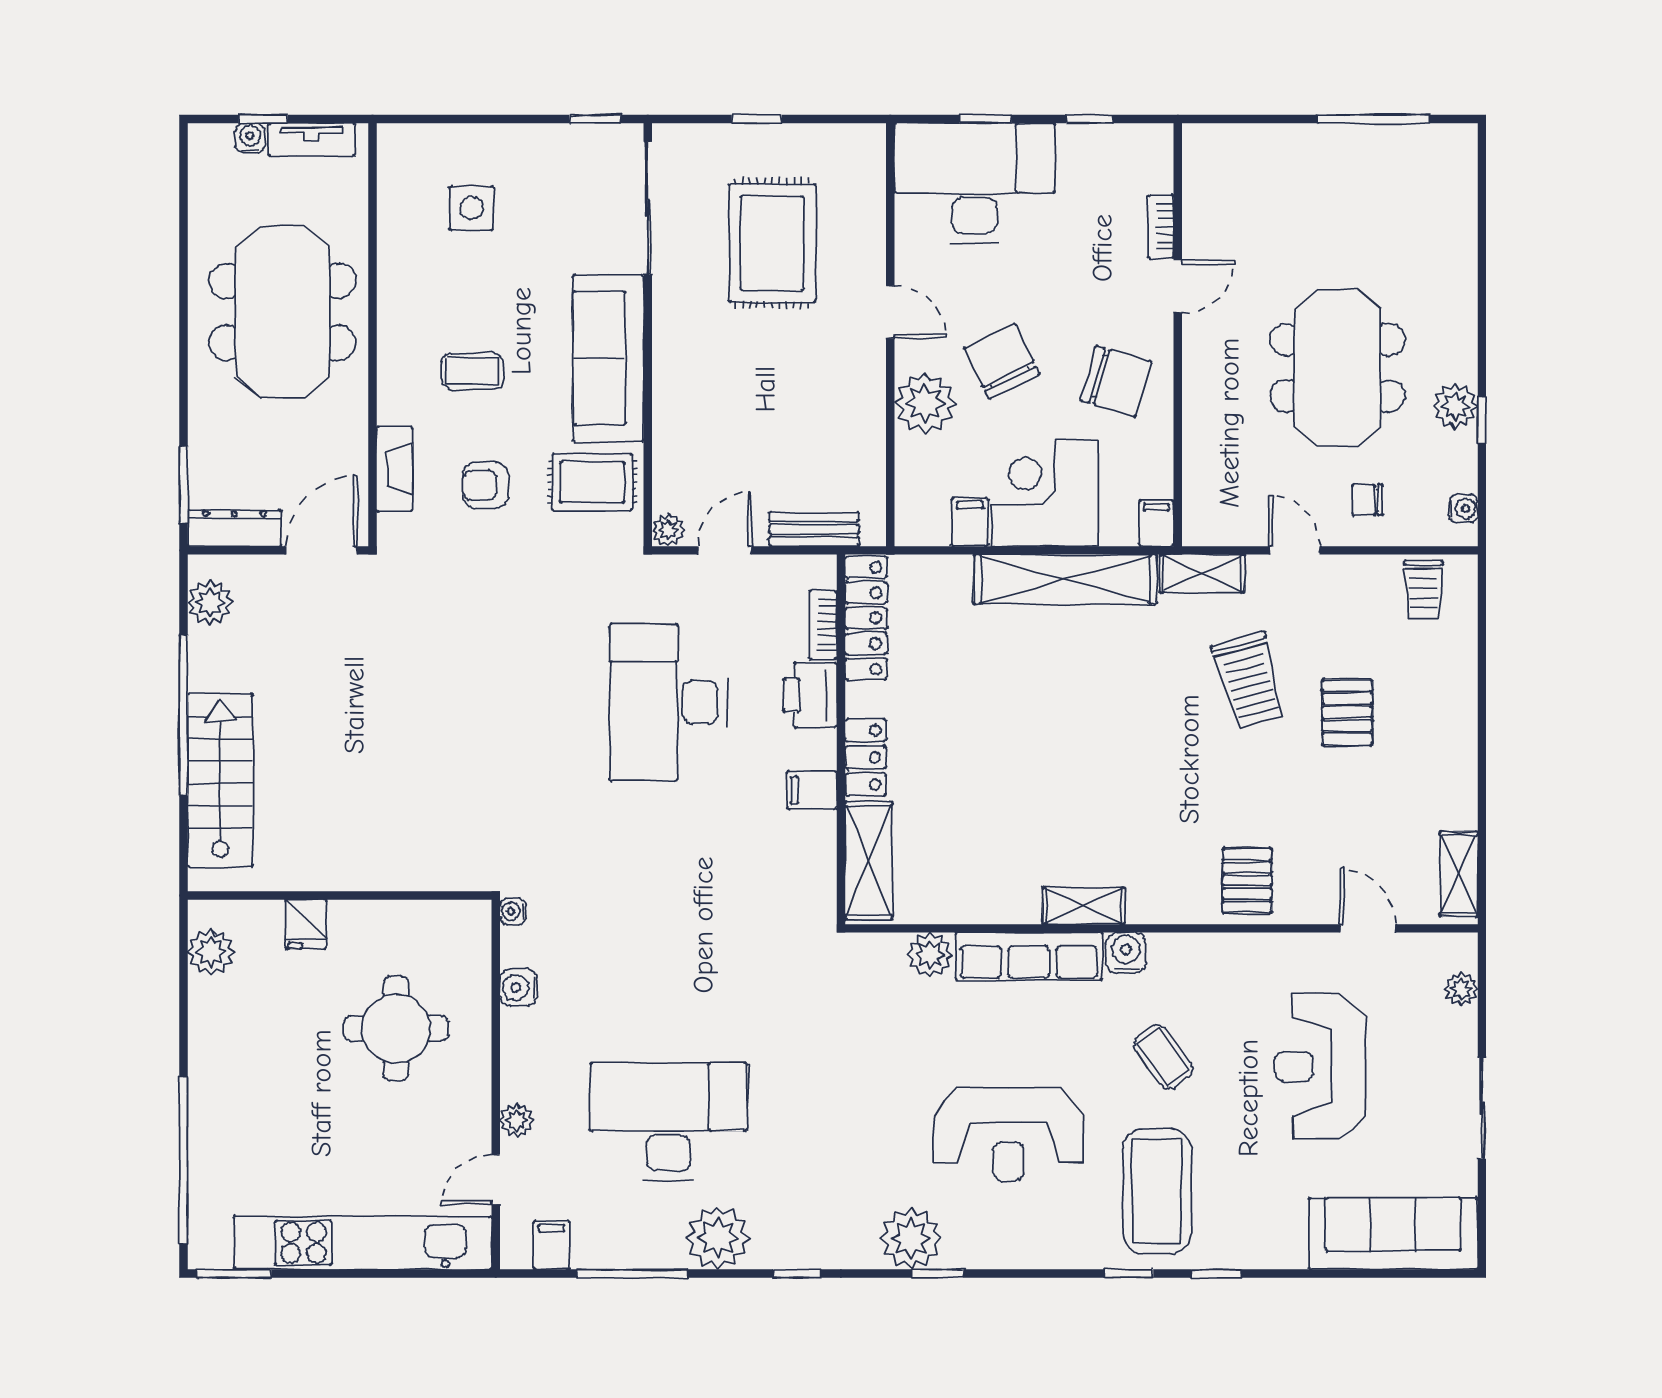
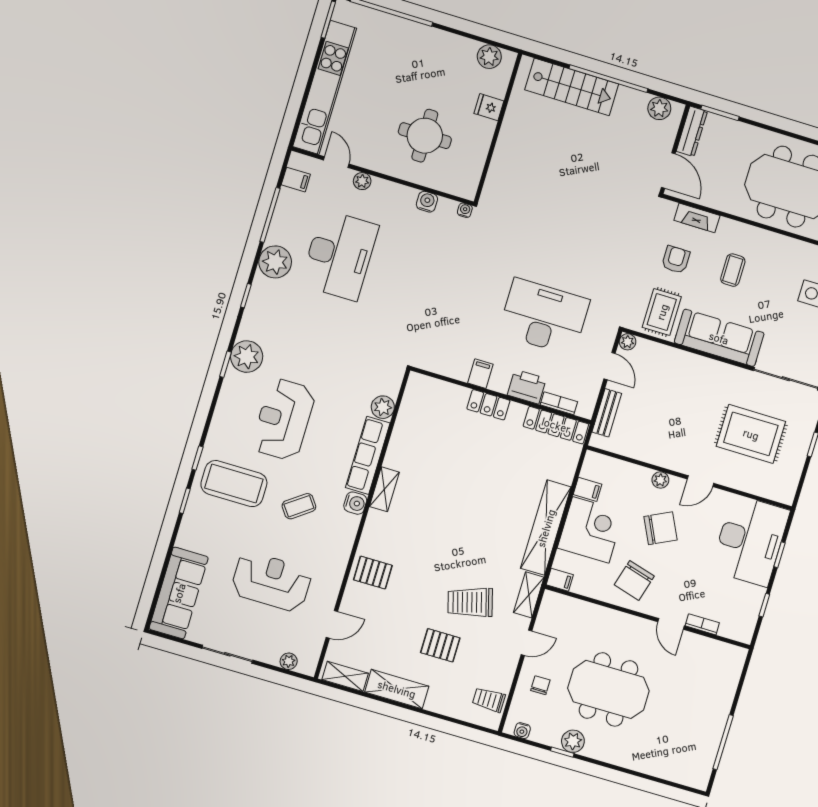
plant: (925, 403) -> (660, 480), width x0.53, depth x0.53
shelving: (869, 860) -> (397, 689), moved

